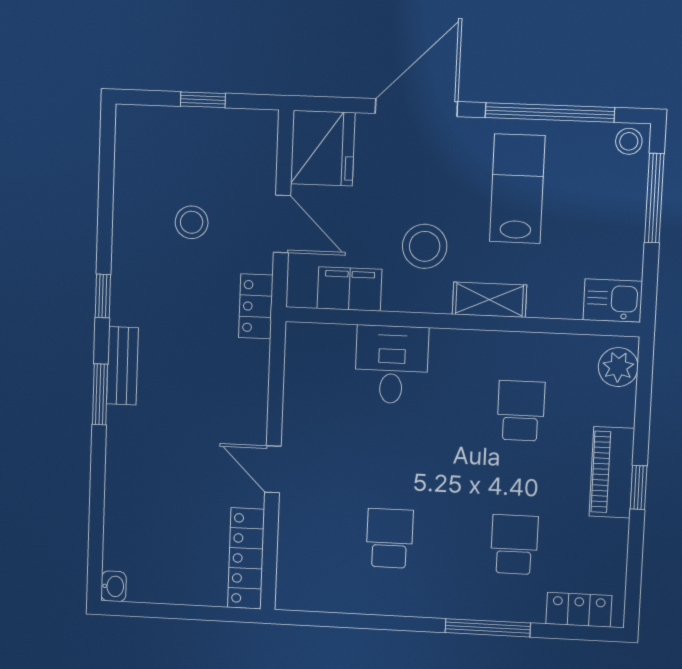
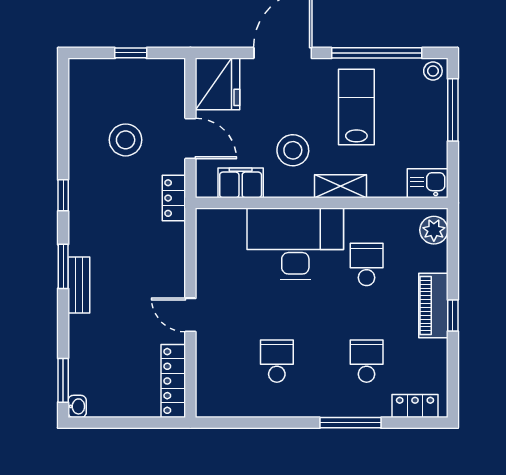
stool: (192, 222) -> (126, 140), width x1.38, depth x1.38
desk: (392, 365) -> (295, 244), width x1.87, depth x1.30
bench: (122, 366) -> (79, 285), moved
window: (95, 550) -> (63, 380), added

